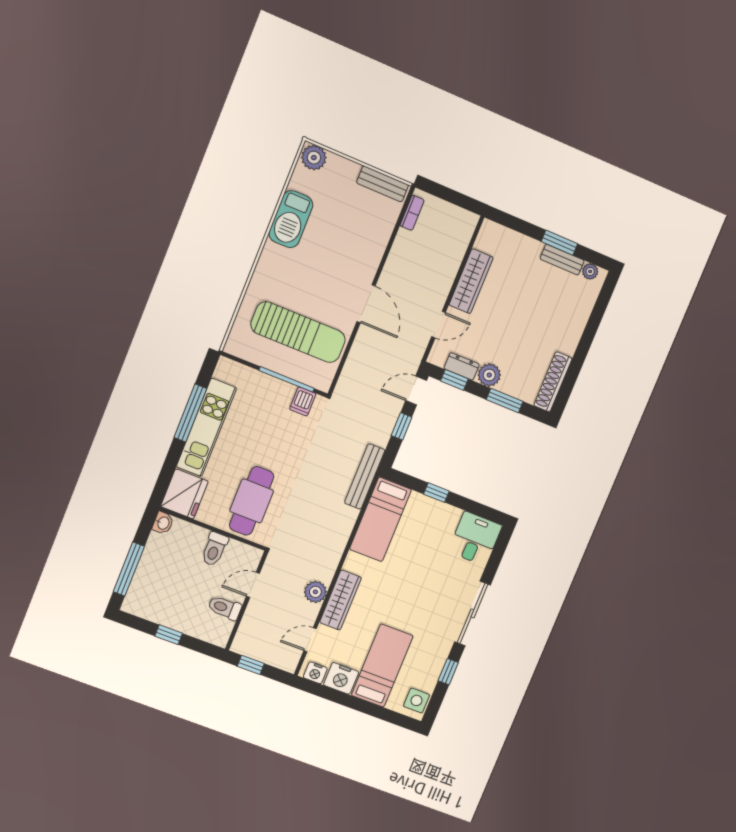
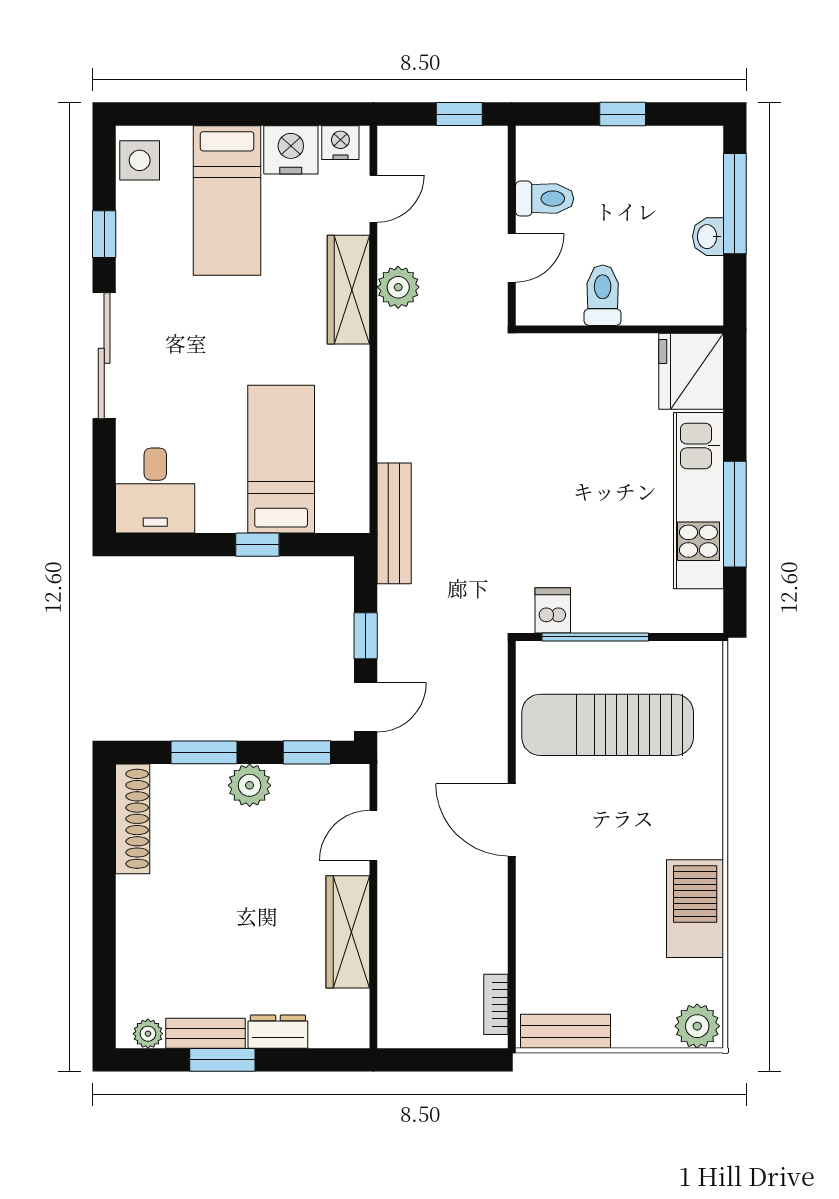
dresser: (462, 366) -> (278, 1032), moved, turned 180
cafe table: (252, 501) -> (572, 404), removed
bed: (380, 519) -> (281, 459), moved
washbasin: (163, 523) -> (708, 237), moved

